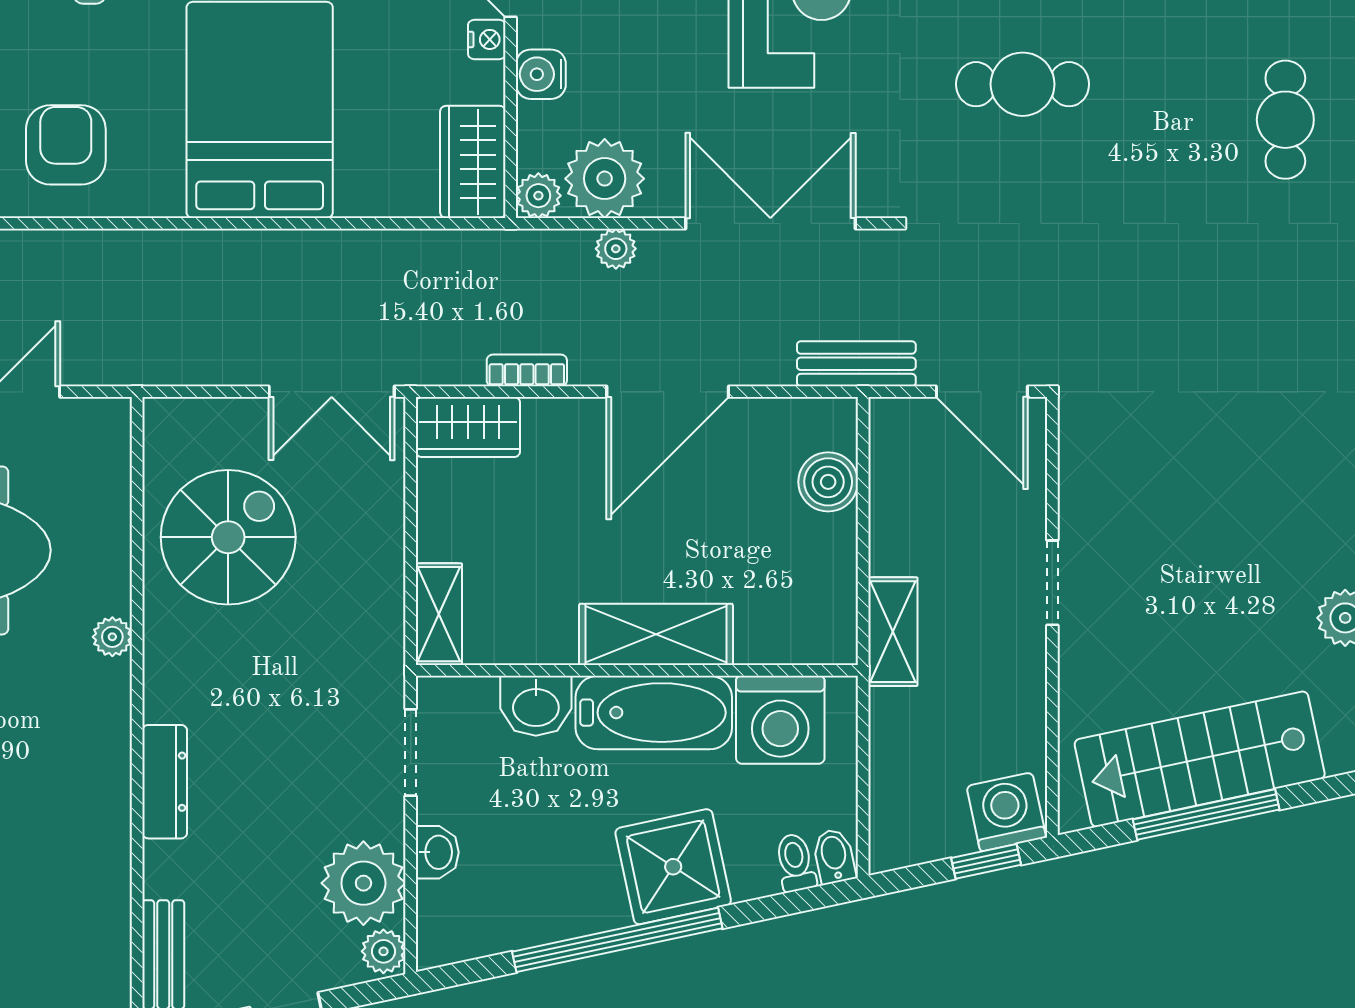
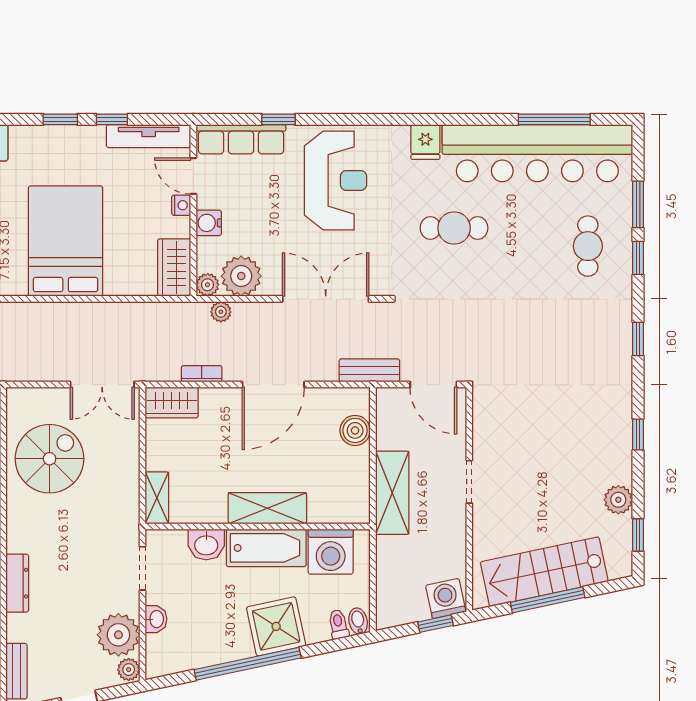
plant: (616, 249) -> (221, 312), moved
shelving: (893, 632) -> (392, 493), width x1.50, depth x1.33

